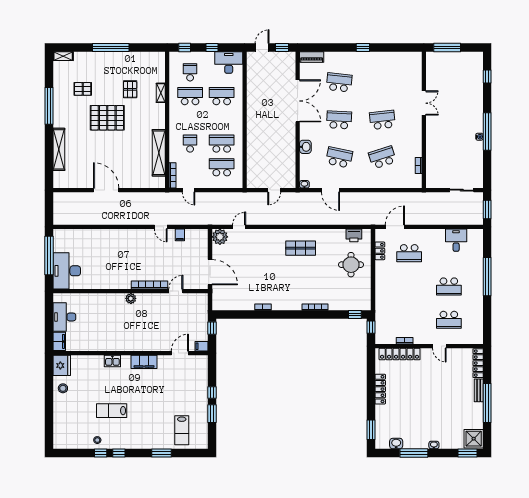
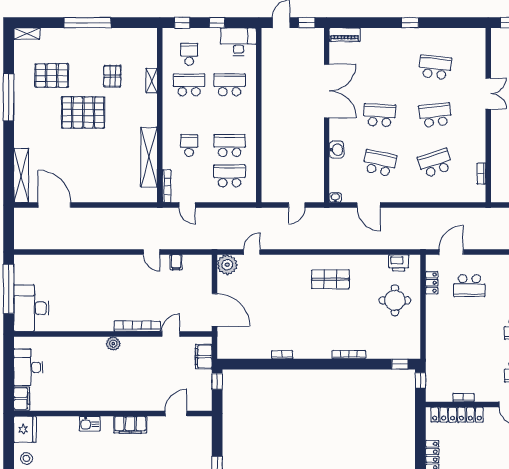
school desk: (339, 82) -> (435, 67), moved
pallet: (83, 89) -> (52, 76), width x1.50, depth x1.42
shelving: (59, 149) -> (21, 175), moved
door: (106, 190) -> (54, 205), moved
filing cabinet: (201, 346) -> (204, 357), moved, width x2.00

